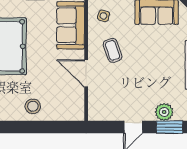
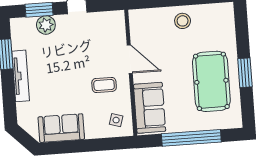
coffee table: (113, 50) -> (104, 85), turned -71

